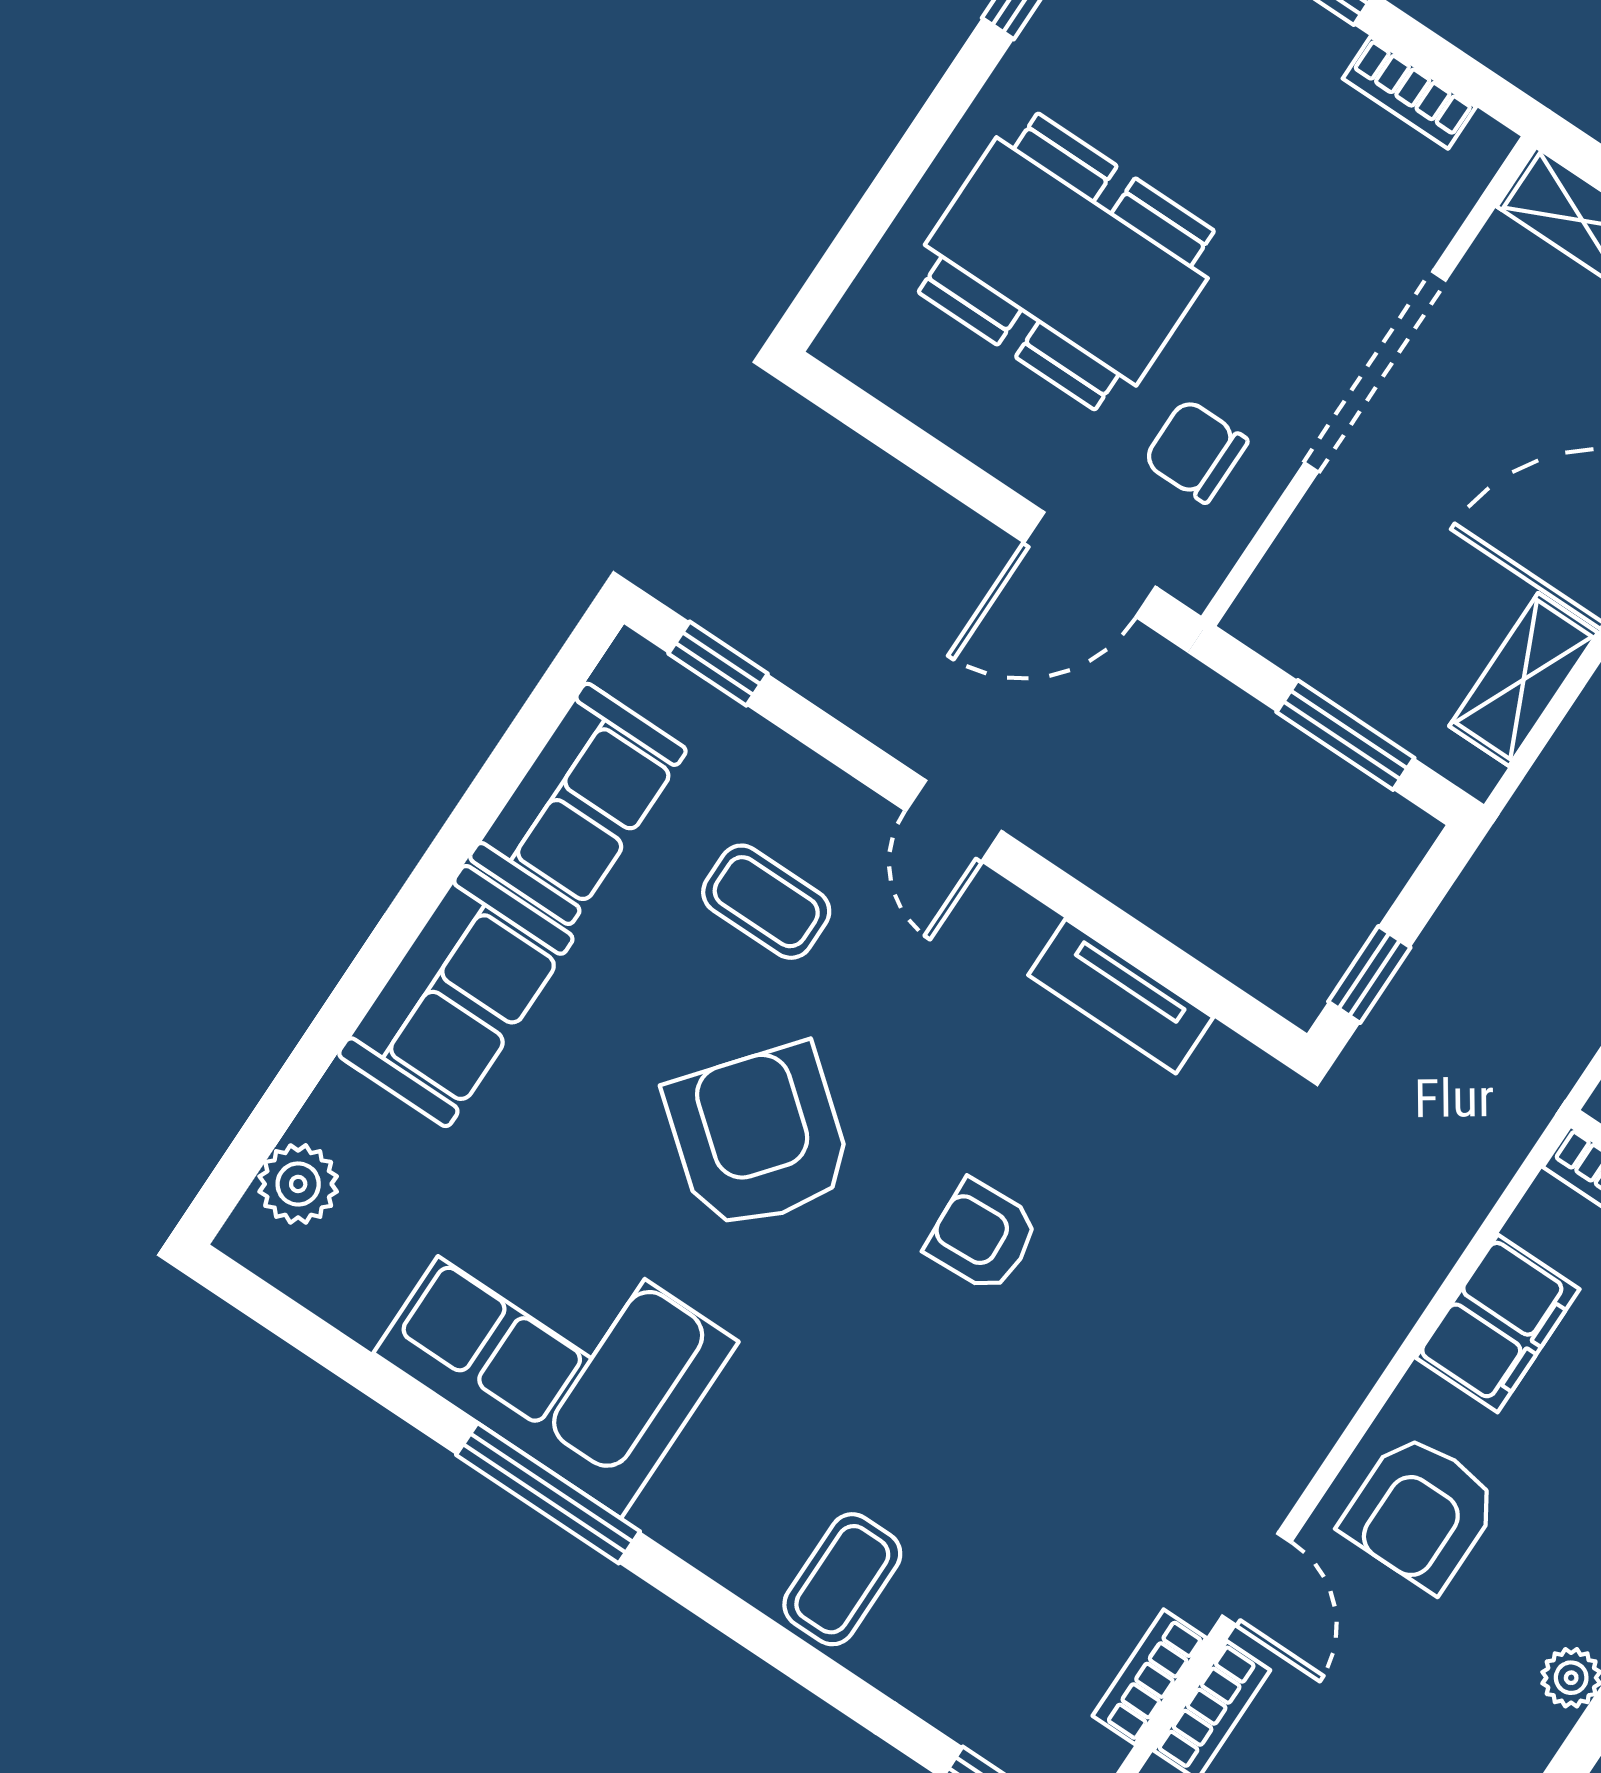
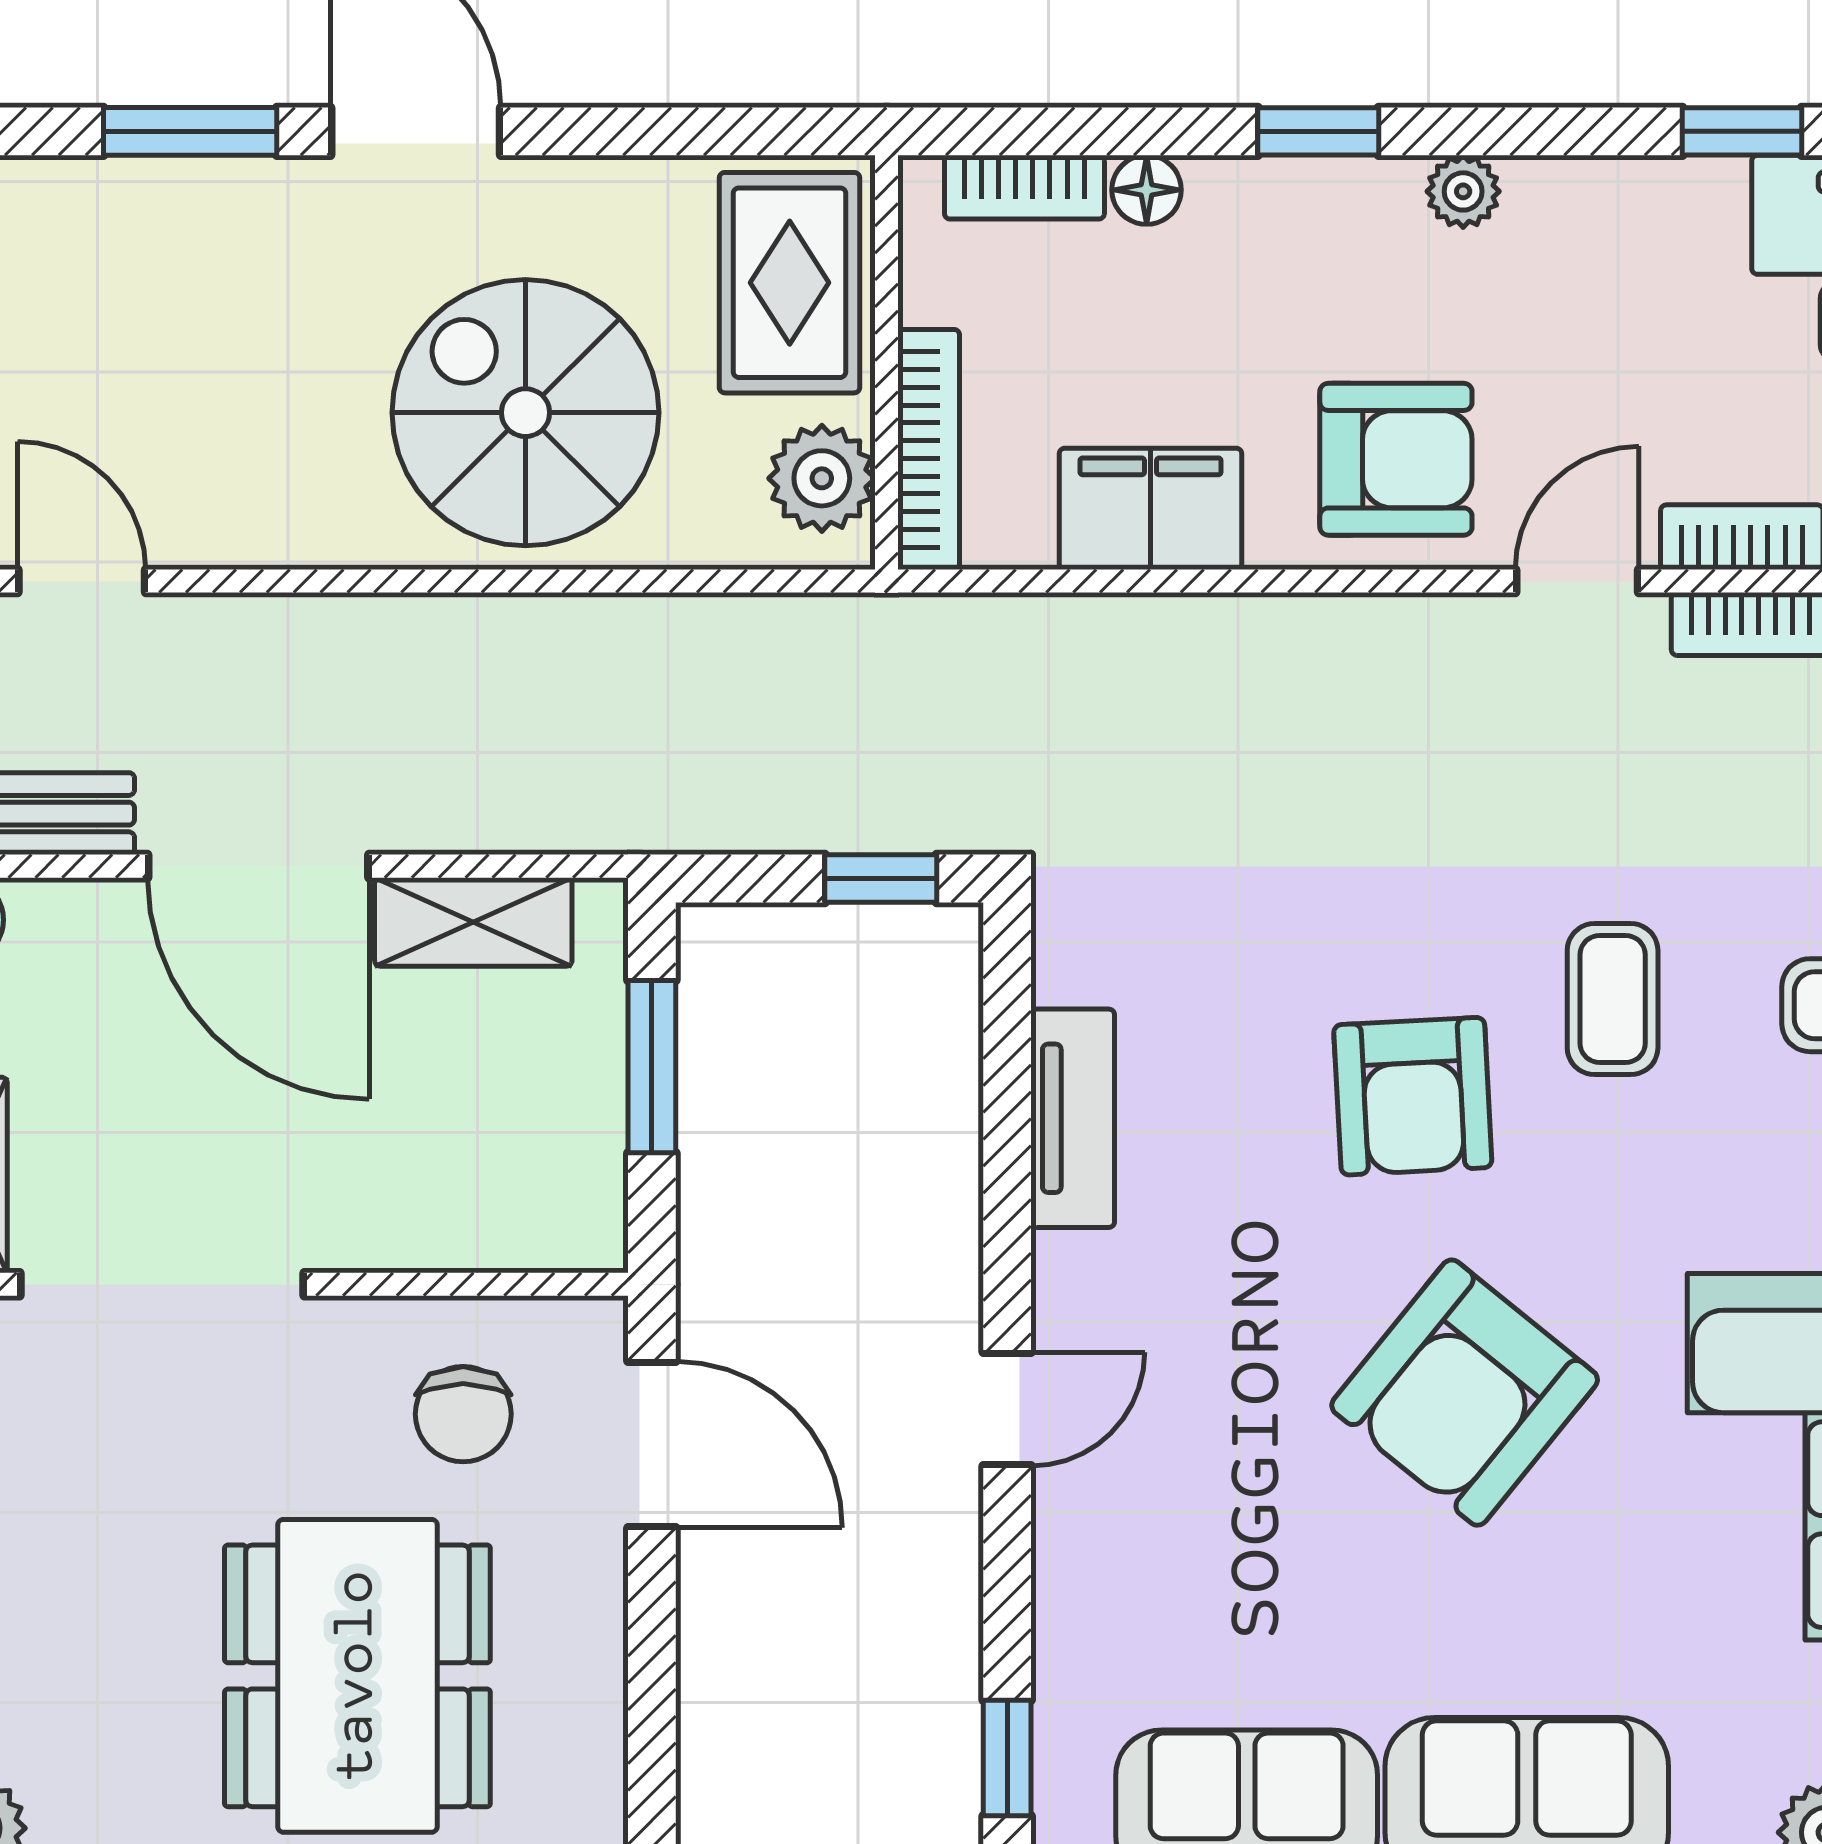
doorway: (1375, 372) -> (162, 1284), moved
coffee table: (766, 902) -> (1613, 999), moved
armchair: (982, 1236) -> (1413, 1096), width x1.38, depth x1.38

